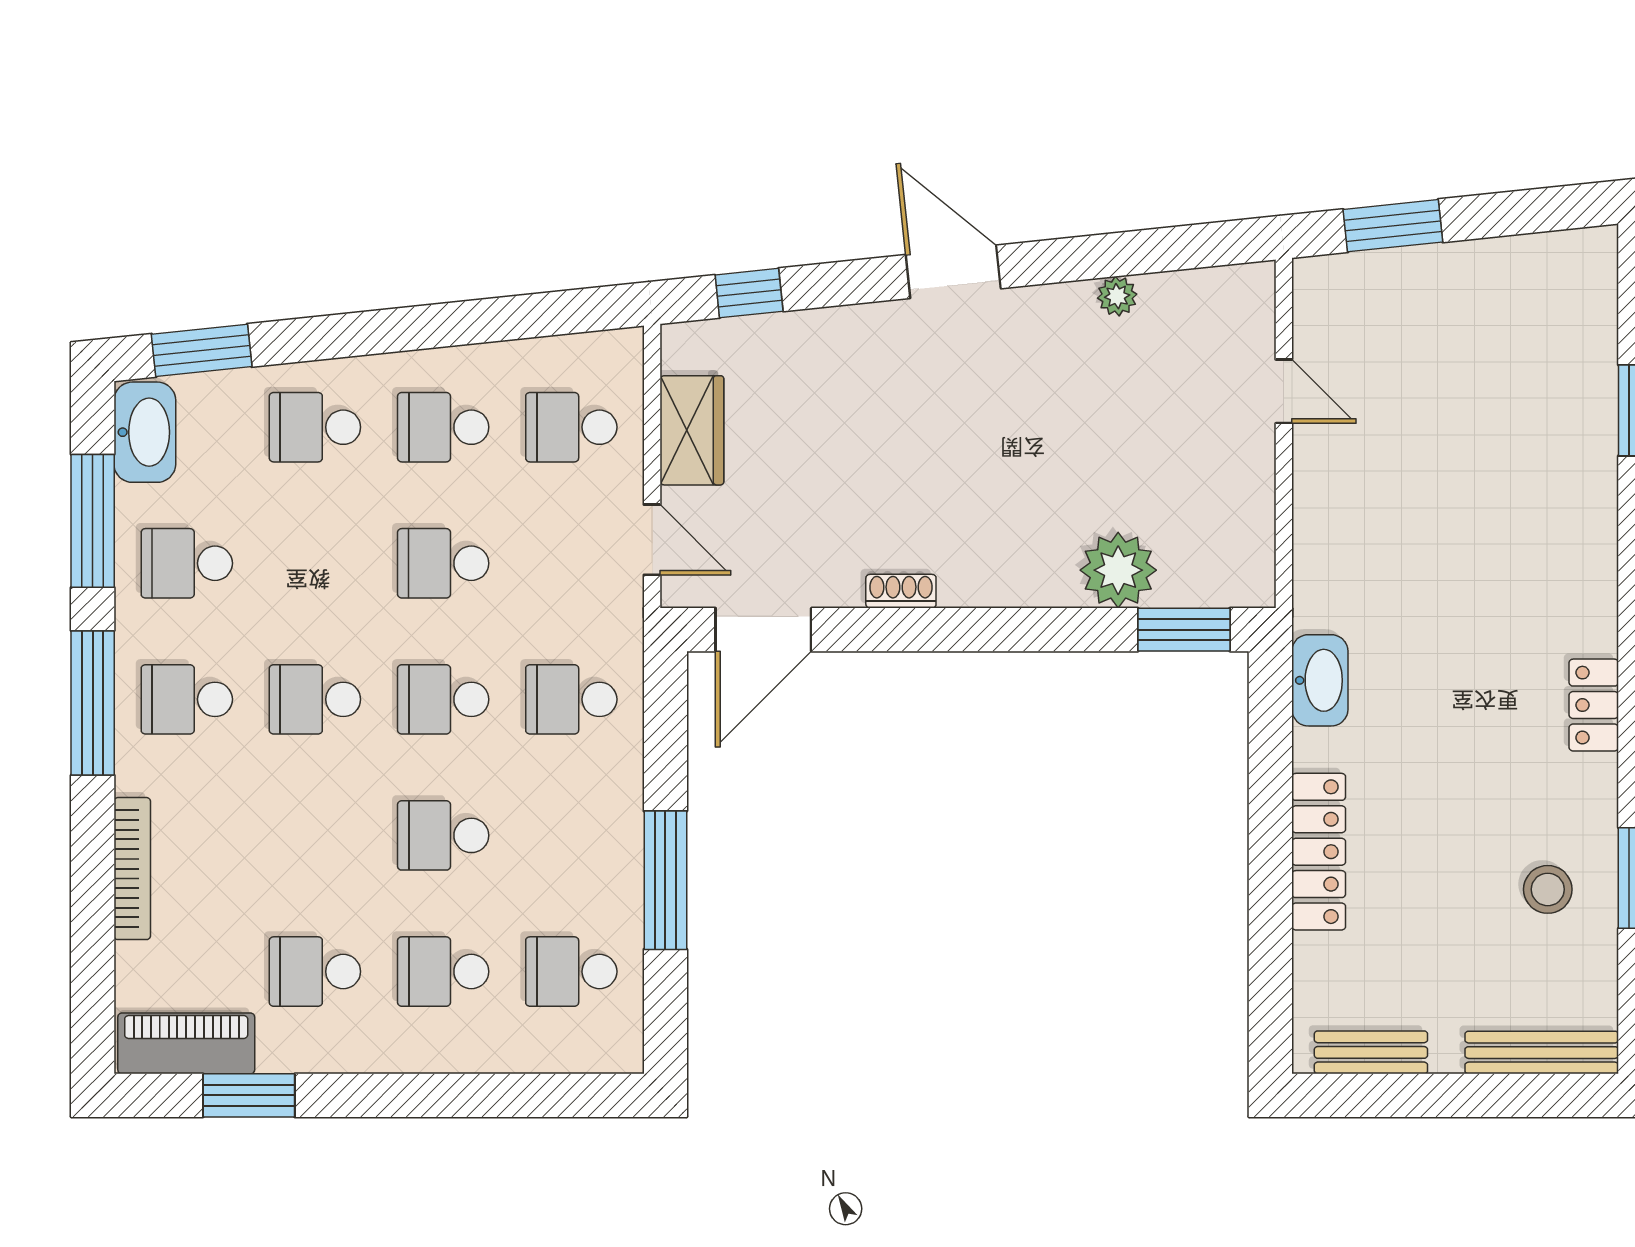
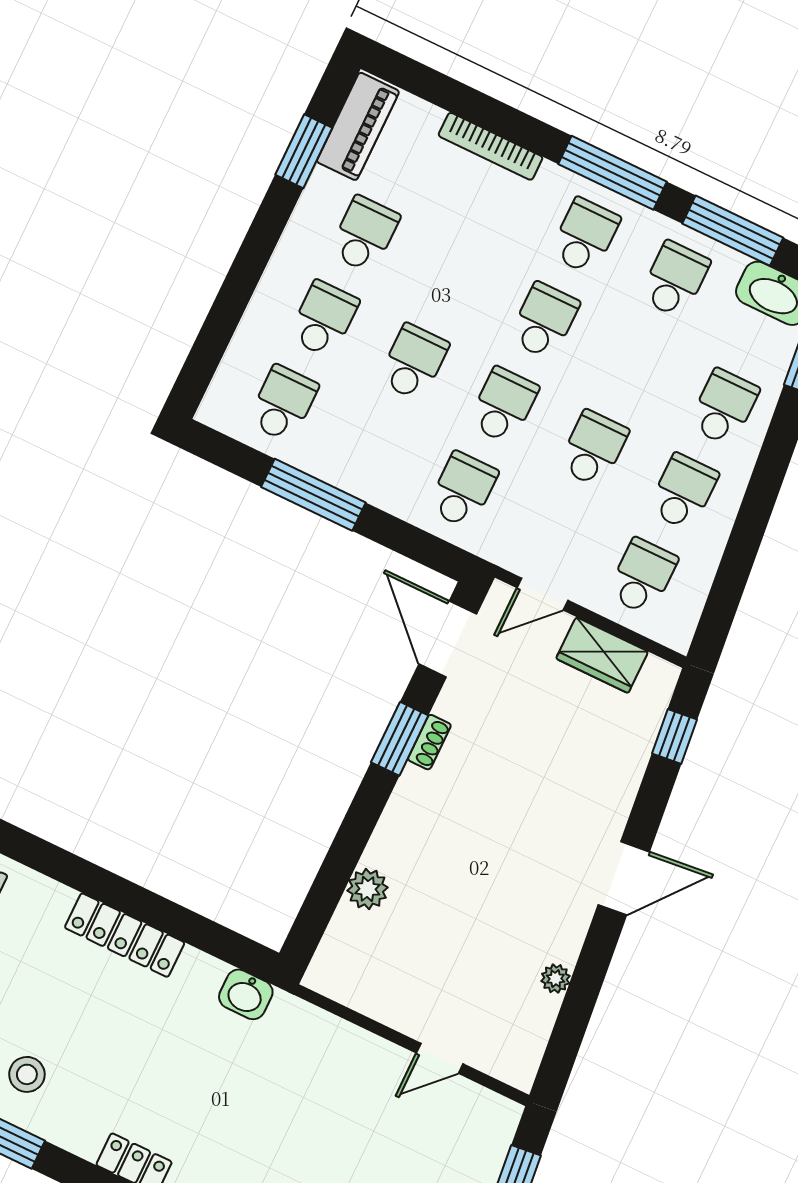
plant: (1118, 570) -> (368, 889), width x0.73, depth x0.73
window: (1184, 630) -> (400, 739), moved
washbasin: (1320, 680) -> (246, 994), width x0.72

